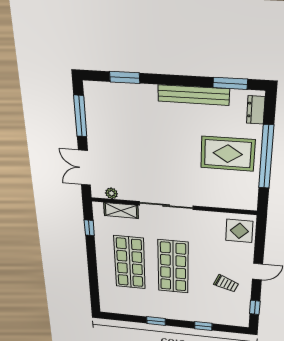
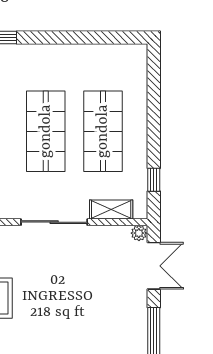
plant: (111, 193) -> (139, 233), moved
window: (156, 321) -> (70, 37), removed

